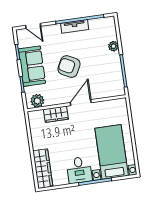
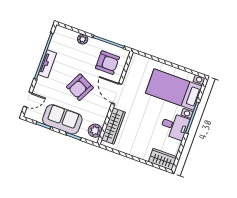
armchair: (104, 80) -> (107, 63), added
wardrobe: (56, 114) -> (113, 126), width x1.50
wardrobe: (43, 169) -> (163, 159), width x0.67

